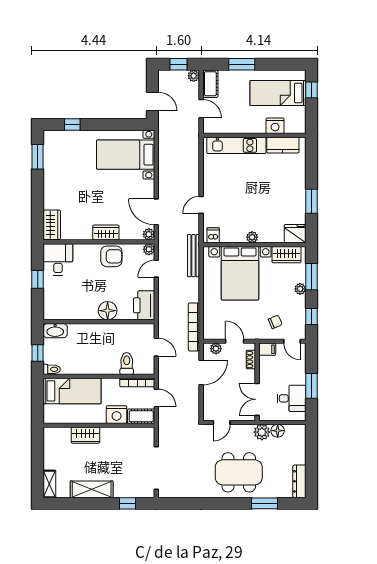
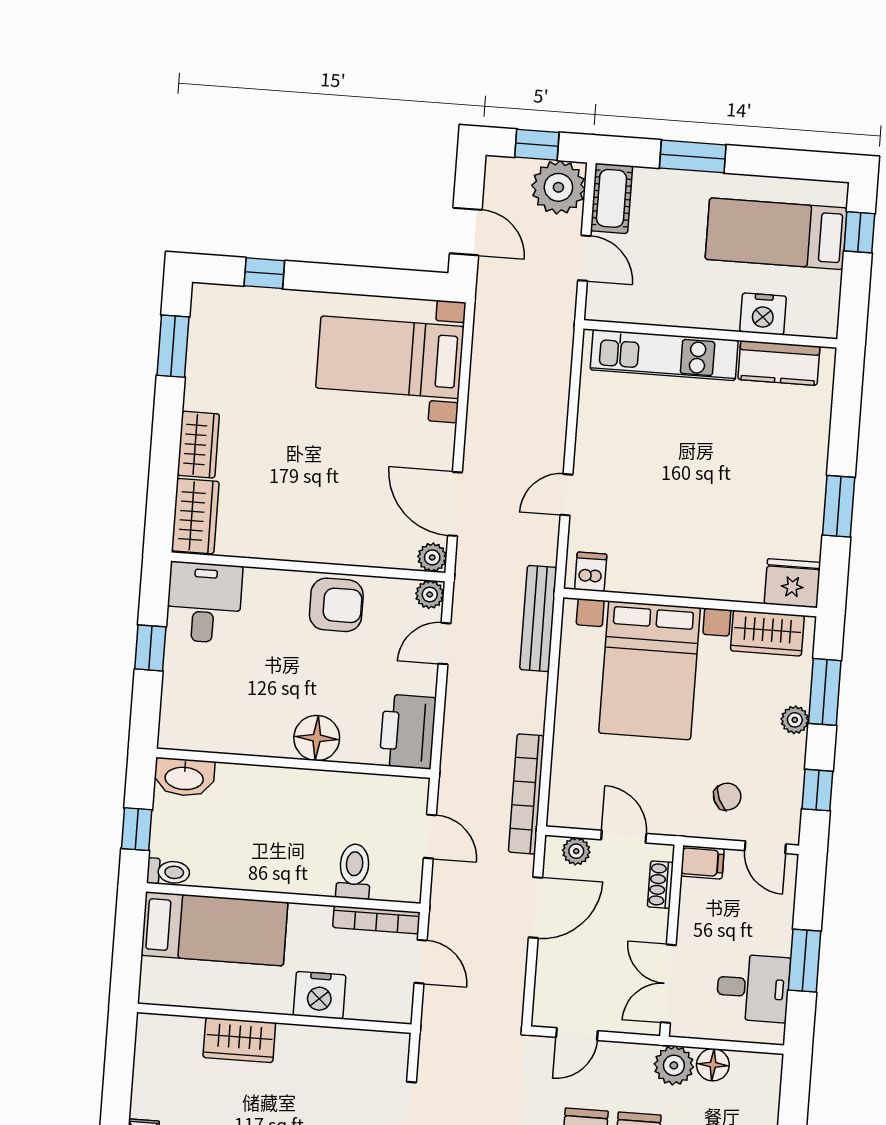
plant: (194, 76) -> (558, 187), width x1.87, depth x1.87
wardrobe: (106, 233) -> (198, 445), moved, turned 90
plant: (252, 237) -> (686, 584), removed
cot: (141, 416) -> (380, 1004), removed

